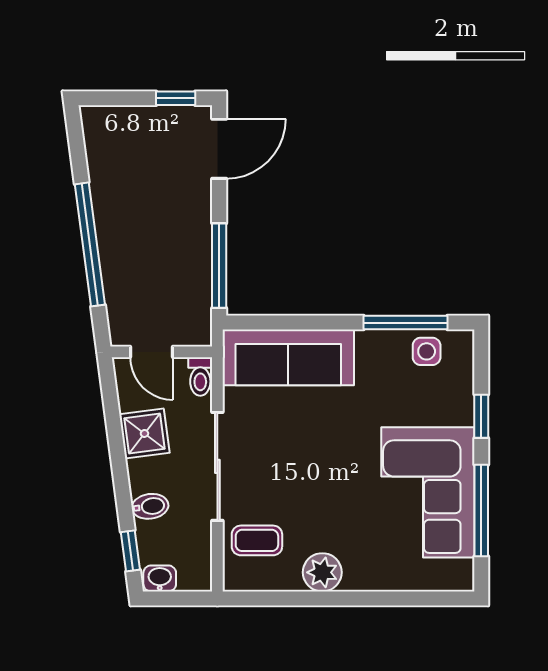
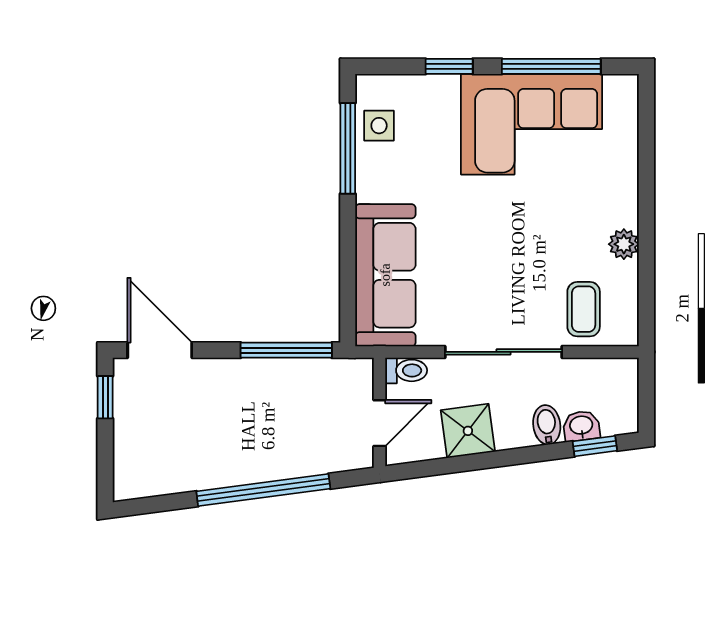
plant: (322, 572) -> (624, 244), width x0.73, depth x0.73
washbasin: (160, 578) -> (581, 426), moved, turned 82

